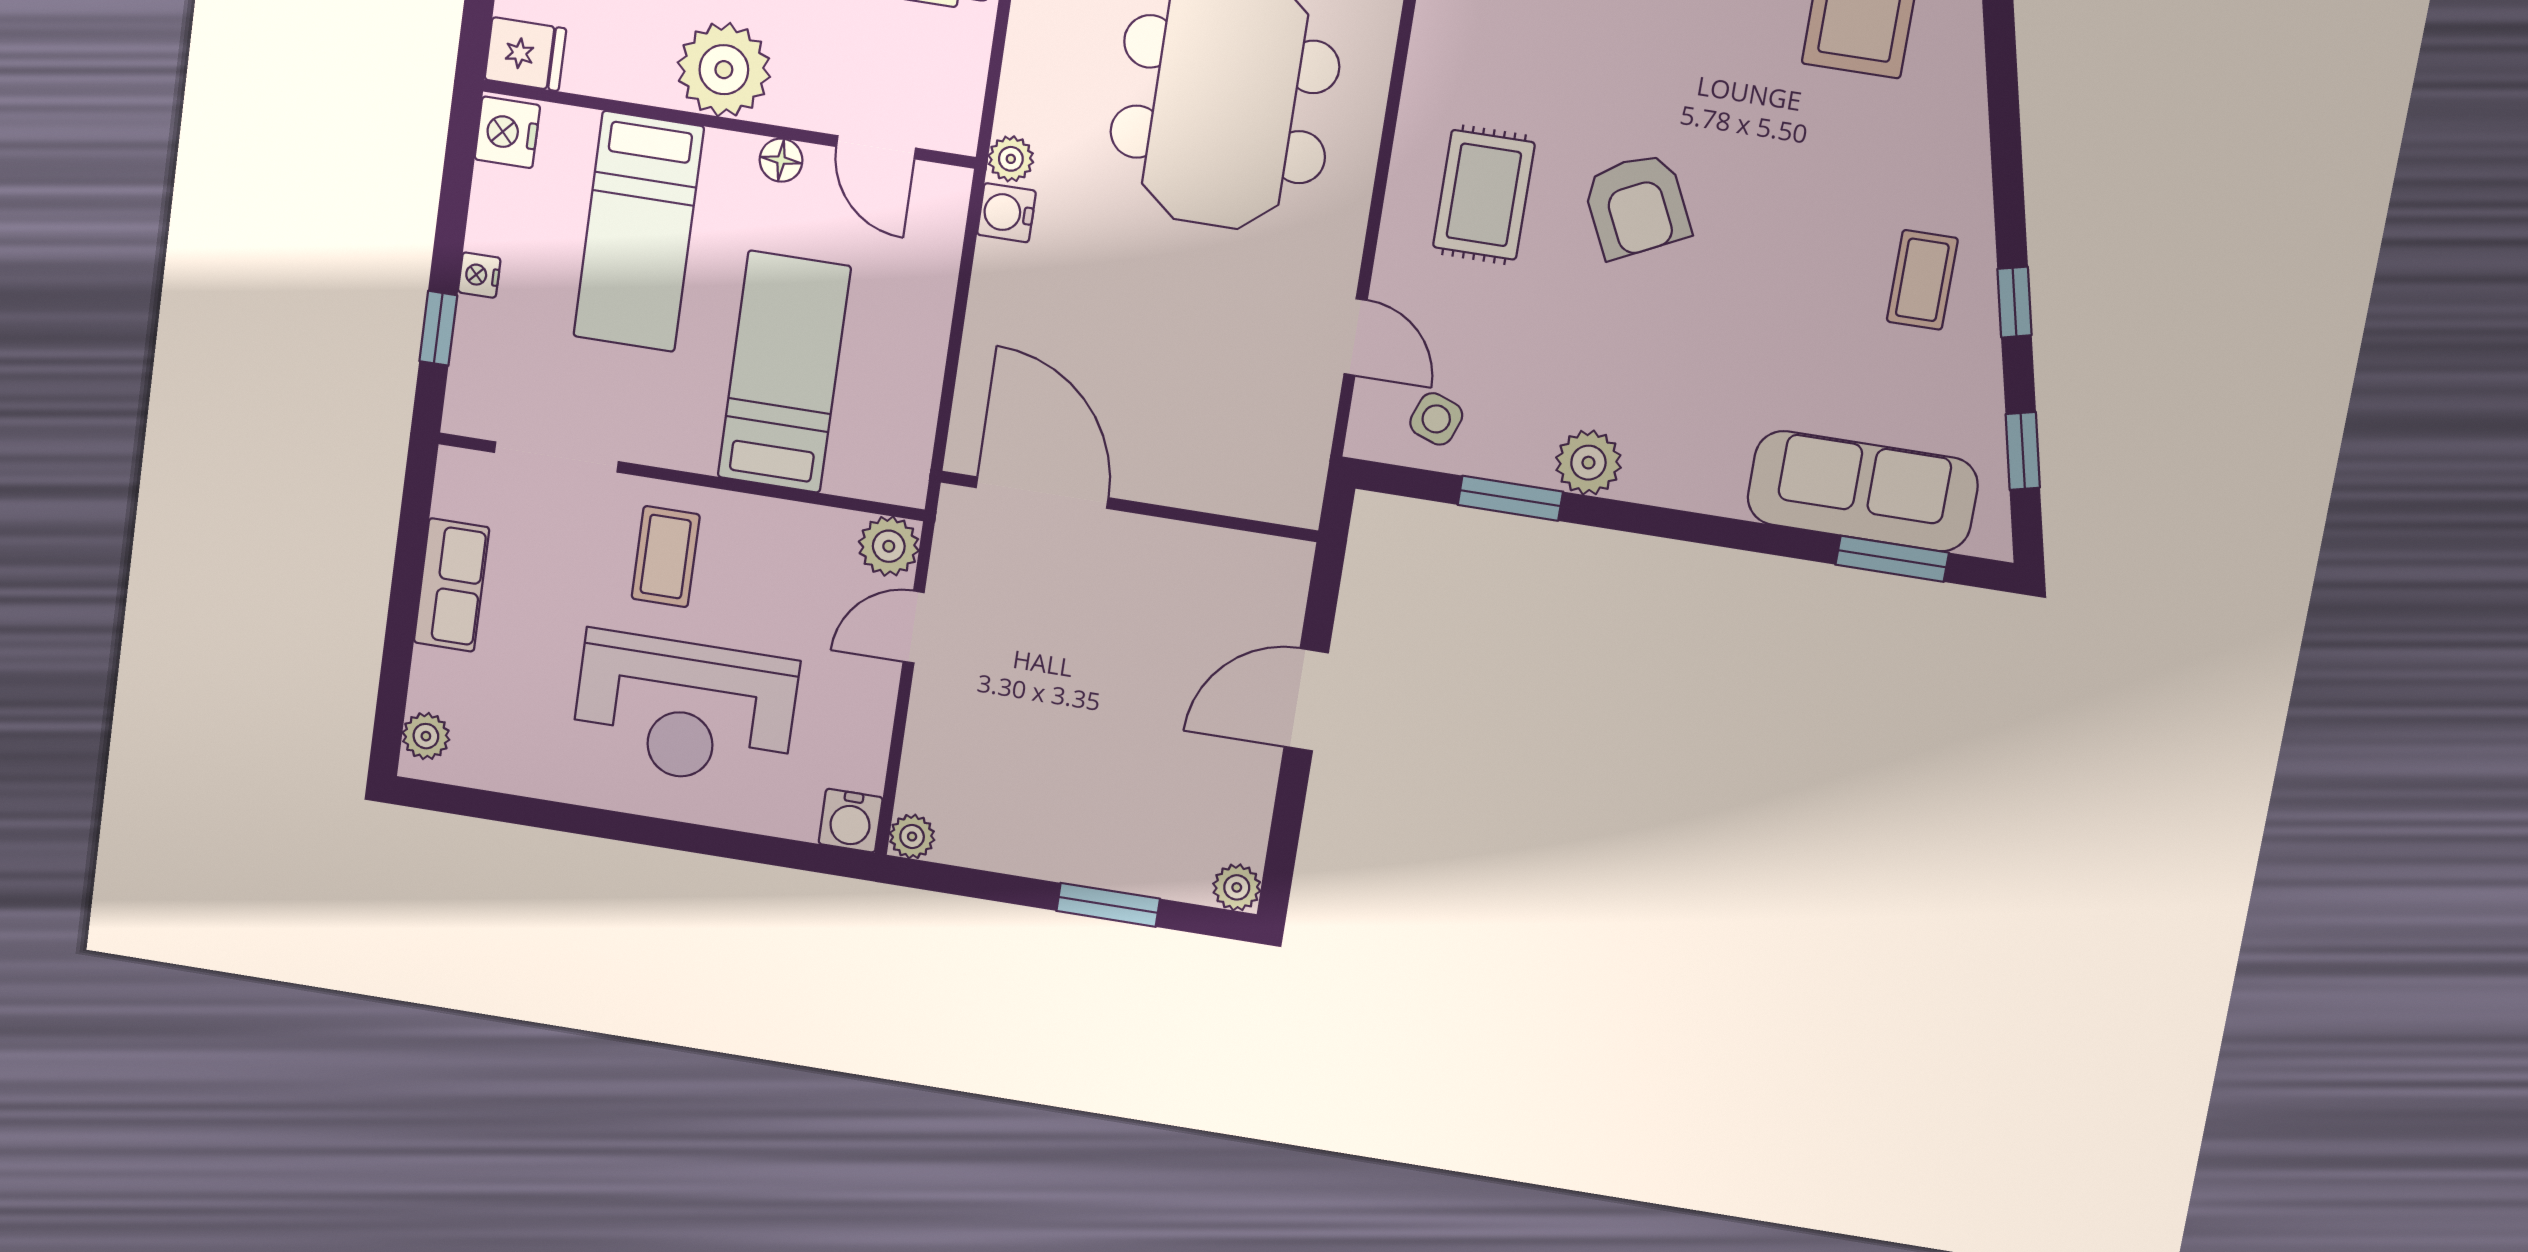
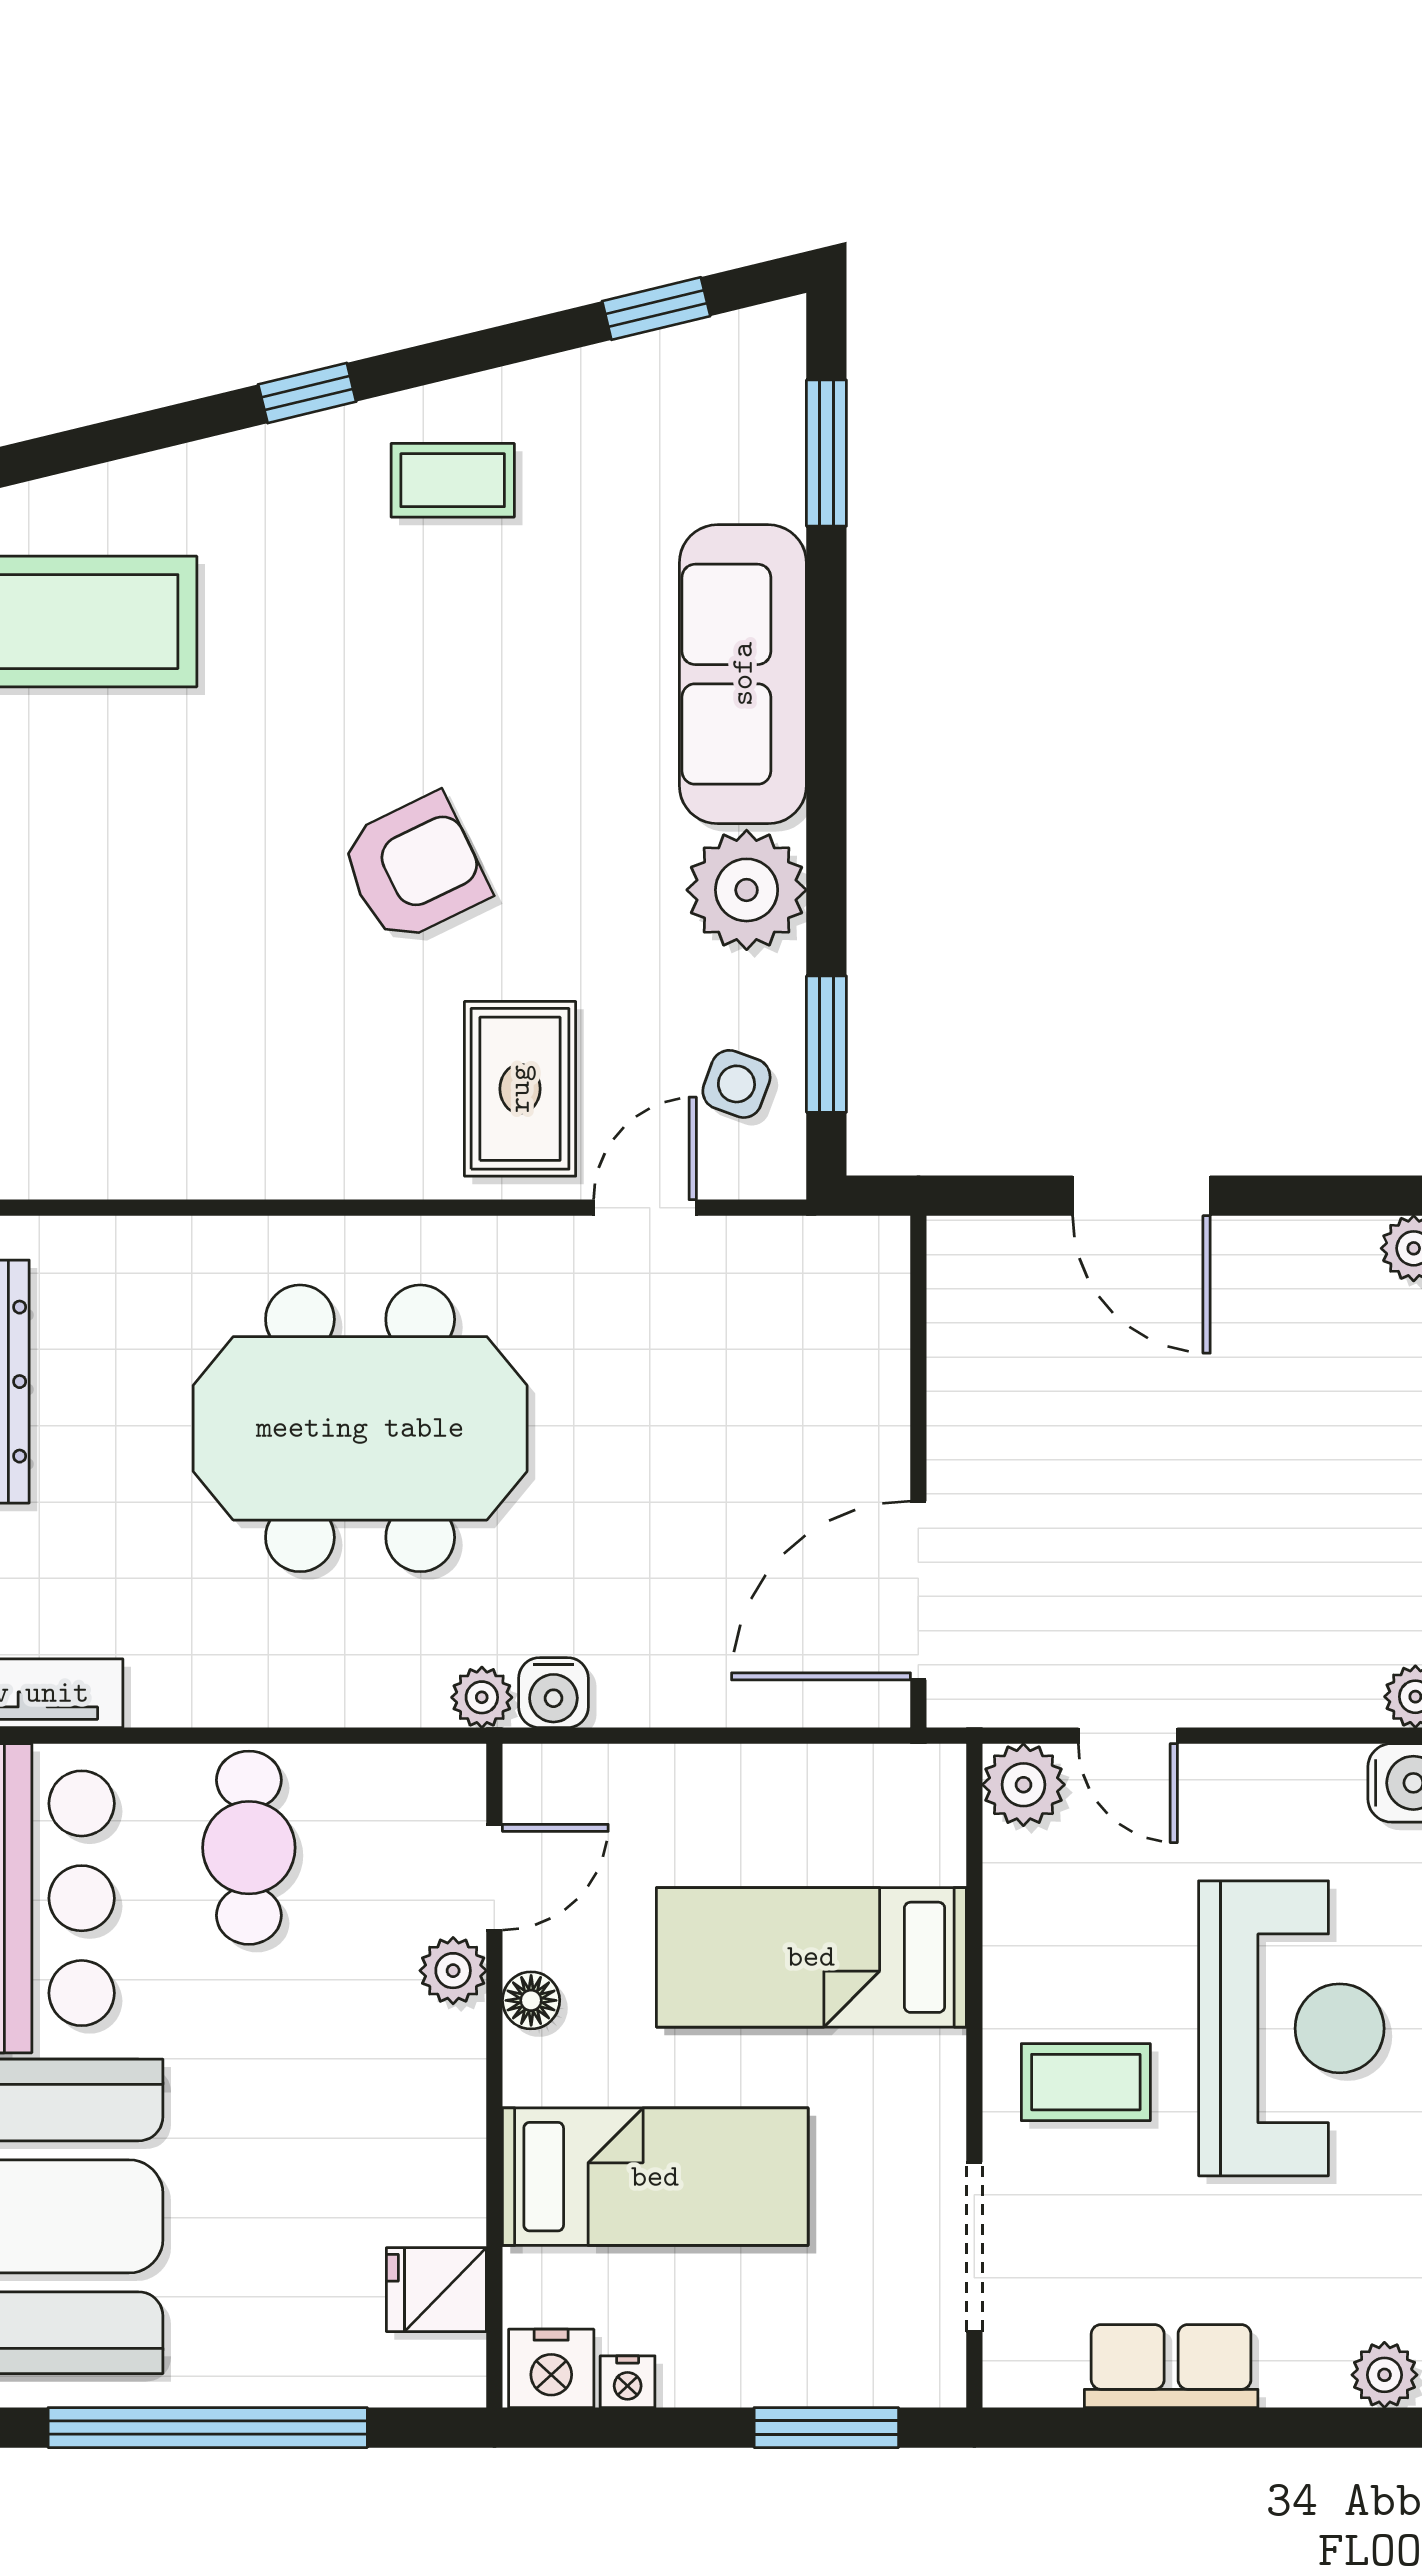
fridge: (525, 54) -> (436, 2290), moved, turned -90
plant: (724, 70) -> (453, 1971), moved, width x0.53, depth x0.53
rug: (1484, 195) -> (520, 1089), moved, turned 90
nightstand: (479, 275) -> (628, 2382), moved
window: (2015, 302) -> (307, 393), moved
window: (438, 328) -> (826, 2428), width x1.50
plant: (1588, 463) -> (747, 890), width x1.36, depth x1.36
sofa: (1863, 491) -> (743, 674), moved
window: (1510, 498) -> (826, 1044), moved

